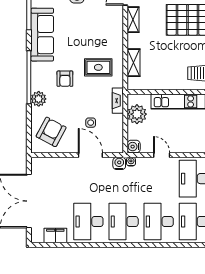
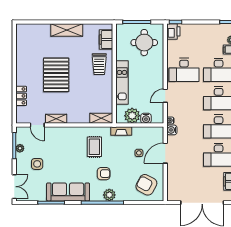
shelving: (134, 63) -> (101, 118), moved
plant: (39, 99) -> (109, 195), moved
water cooler: (134, 147) -> (146, 118), moved

